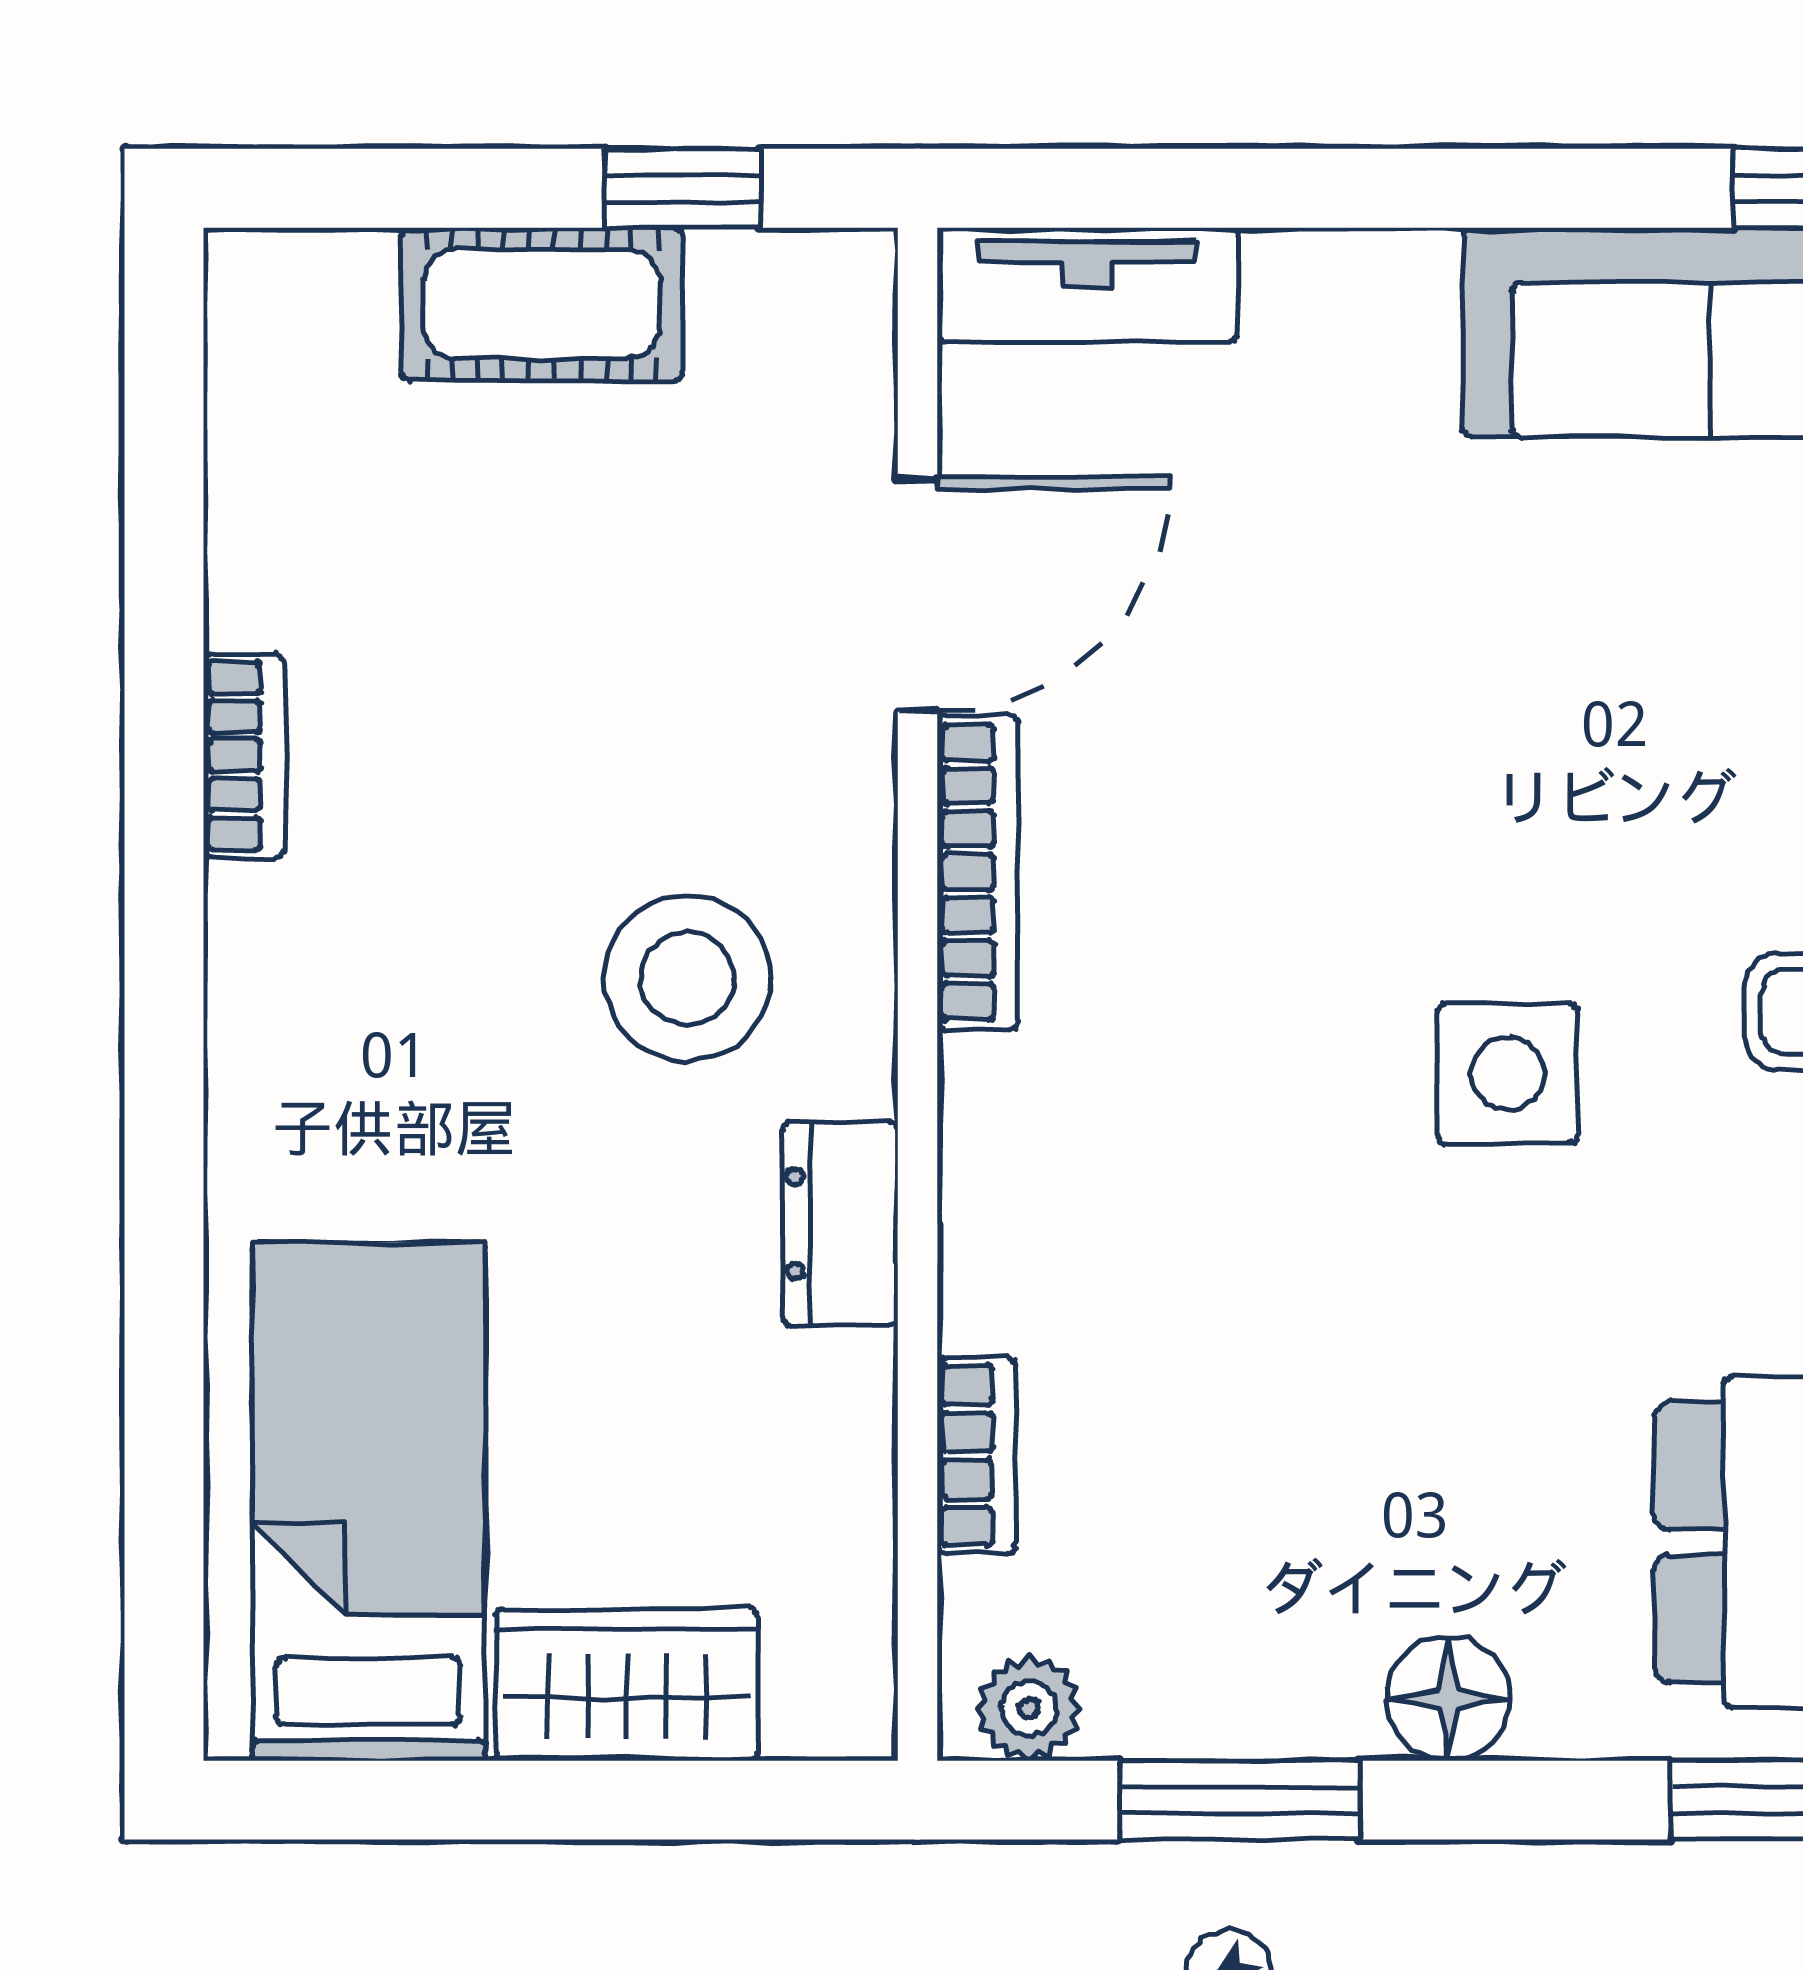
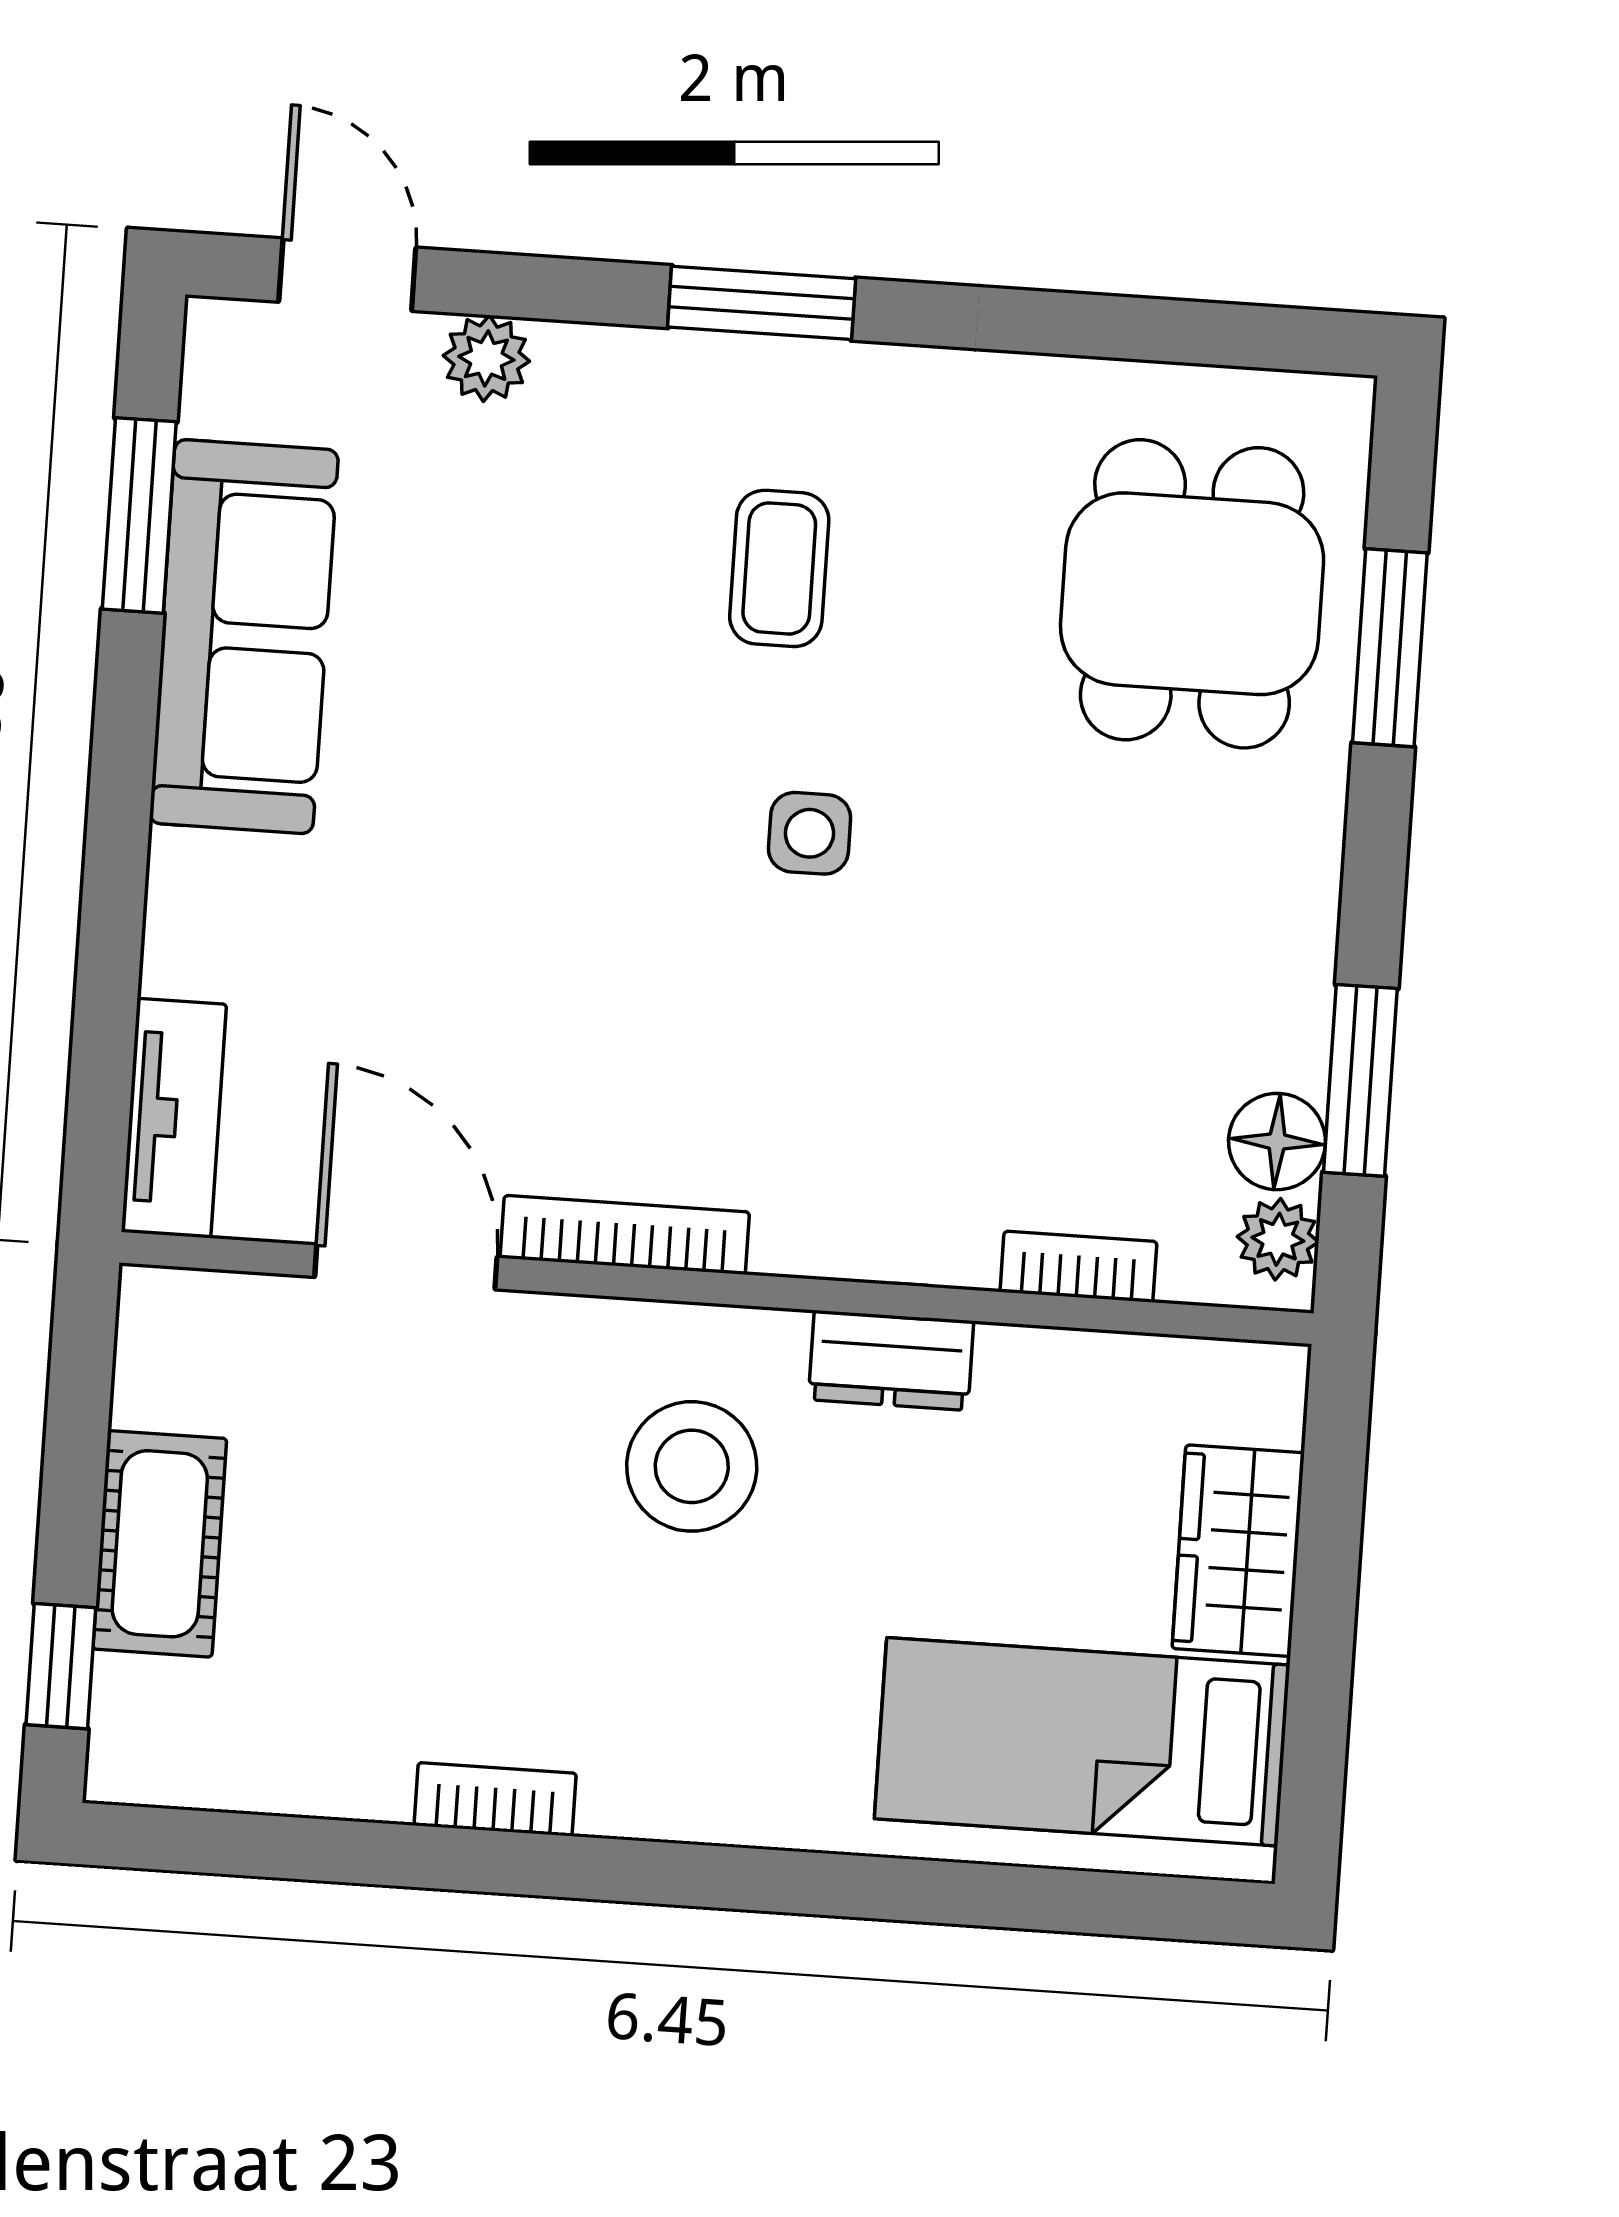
window: (683, 188) -> (61, 1666), moved
side table: (1508, 1074) -> (810, 833), width x0.73, depth x0.73
floor lamp: (1448, 1699) -> (1277, 1142), moved

